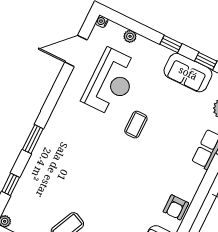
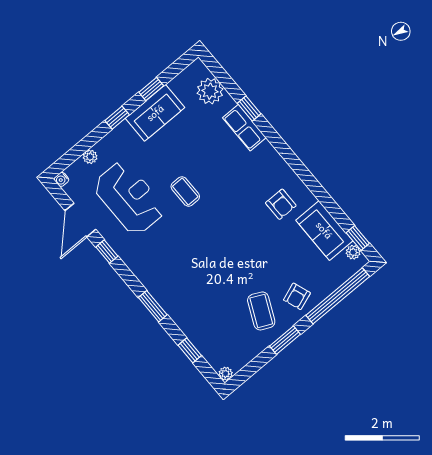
window: (60, 83) -> (107, 252), added
armchair: (176, 207) -> (281, 204), moved

